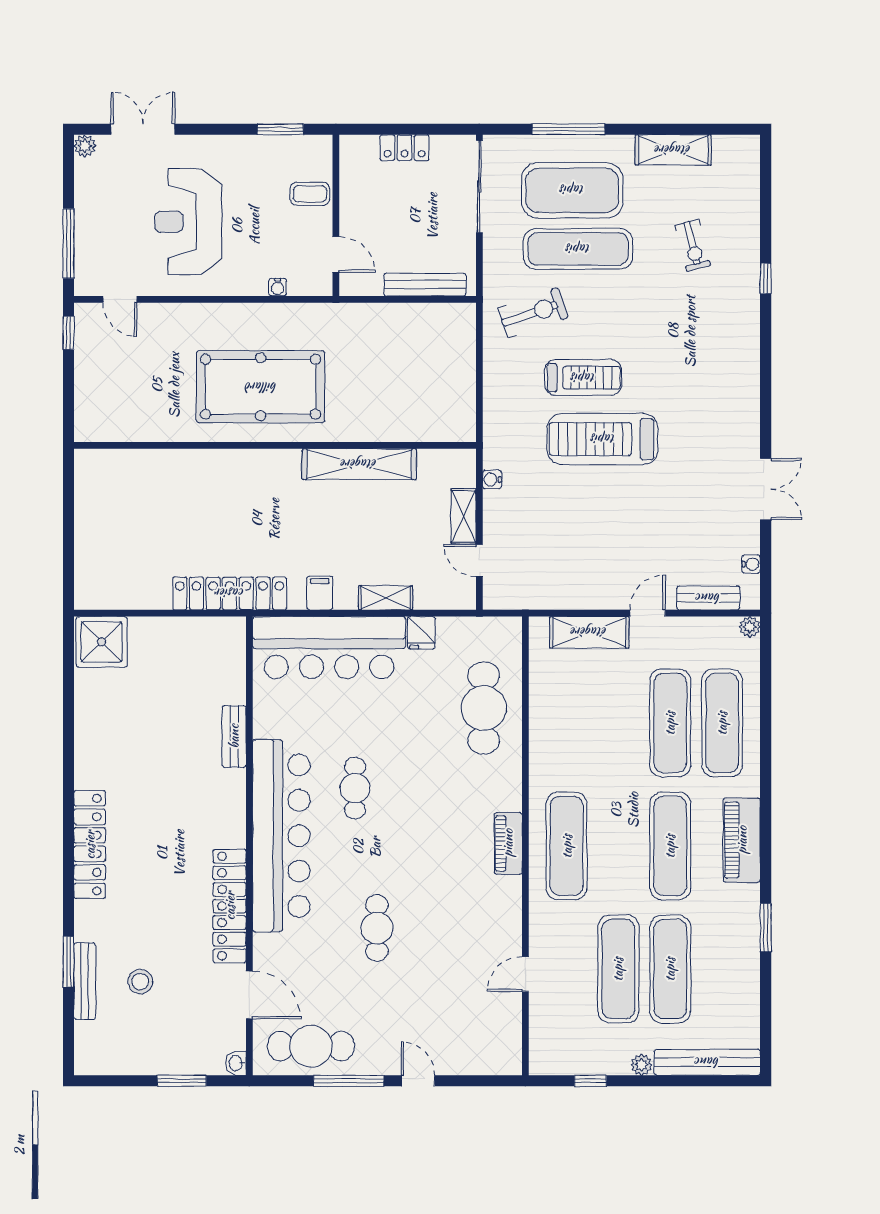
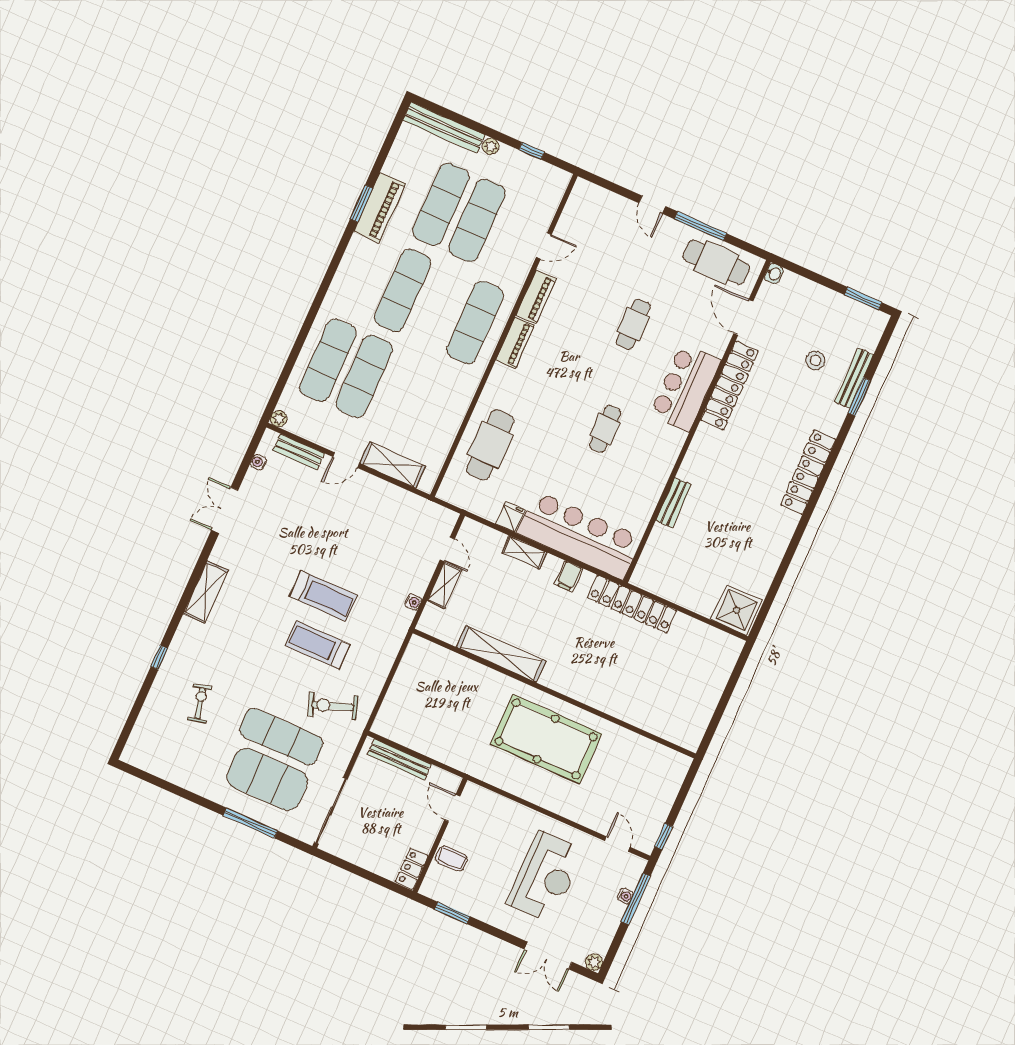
locker: (405, 148) -> (412, 869), moved, turned -90
shelving: (673, 150) -> (206, 592), moved, turned 90
water cooler: (278, 287) -> (625, 896), moved, turned 90
treadmill: (603, 439) -> (323, 596), width x0.73, depth x0.73
bar counter: (281, 836) -> (685, 388), width x0.54
piano: (742, 840) -> (380, 208), moved
piano: (508, 909) -> (536, 297), added
window: (182, 1081) -> (863, 299), moved

